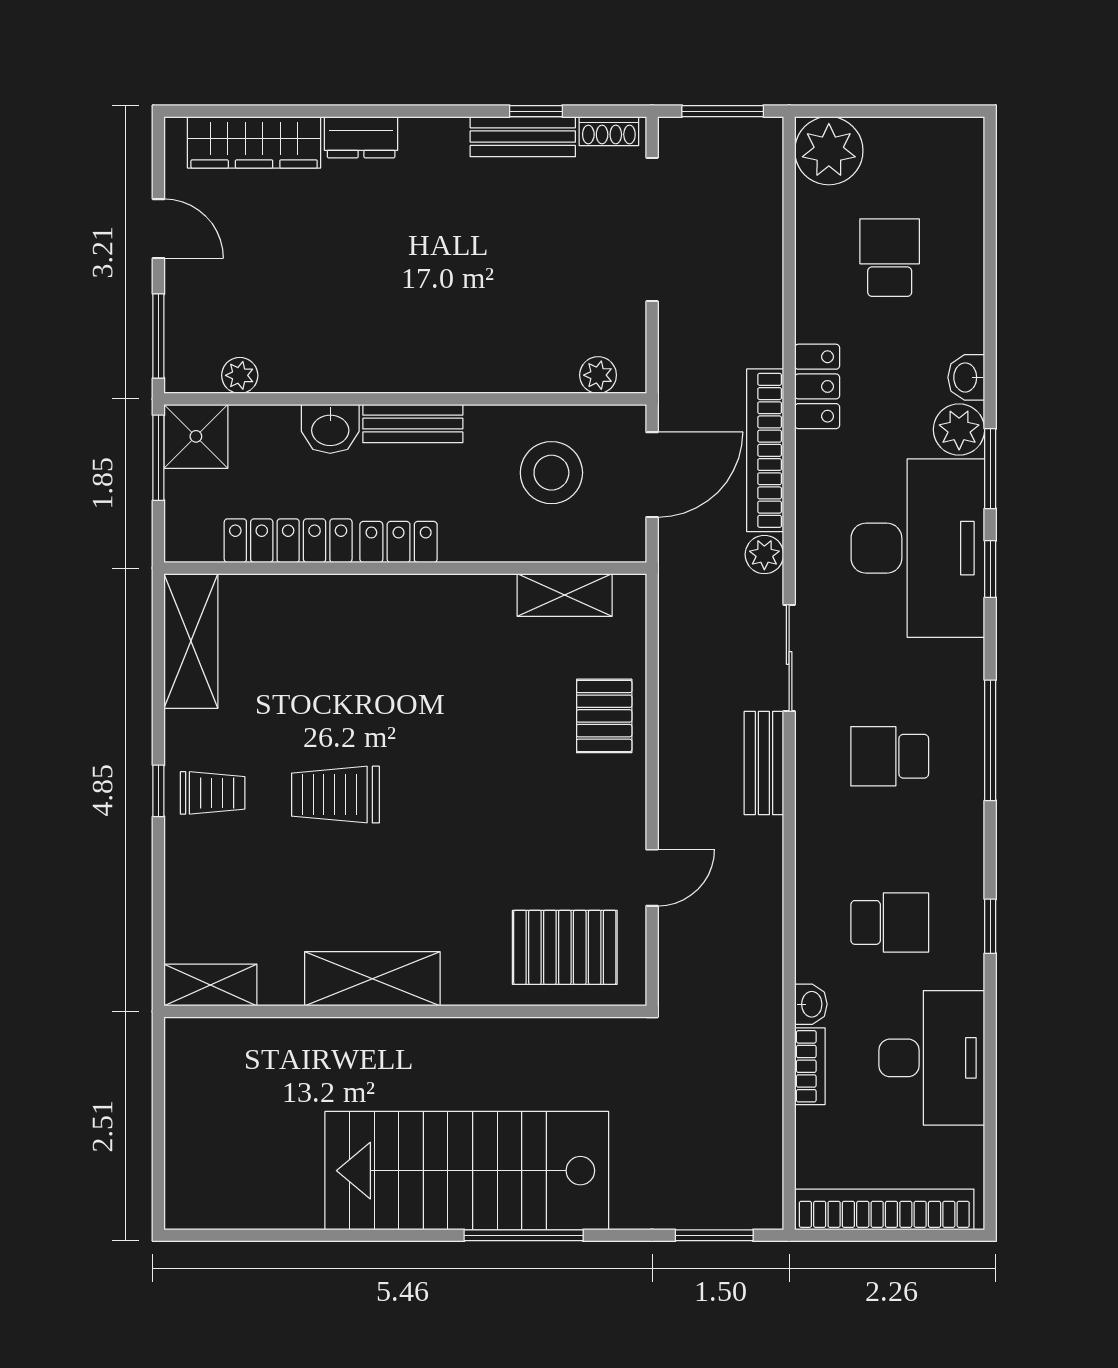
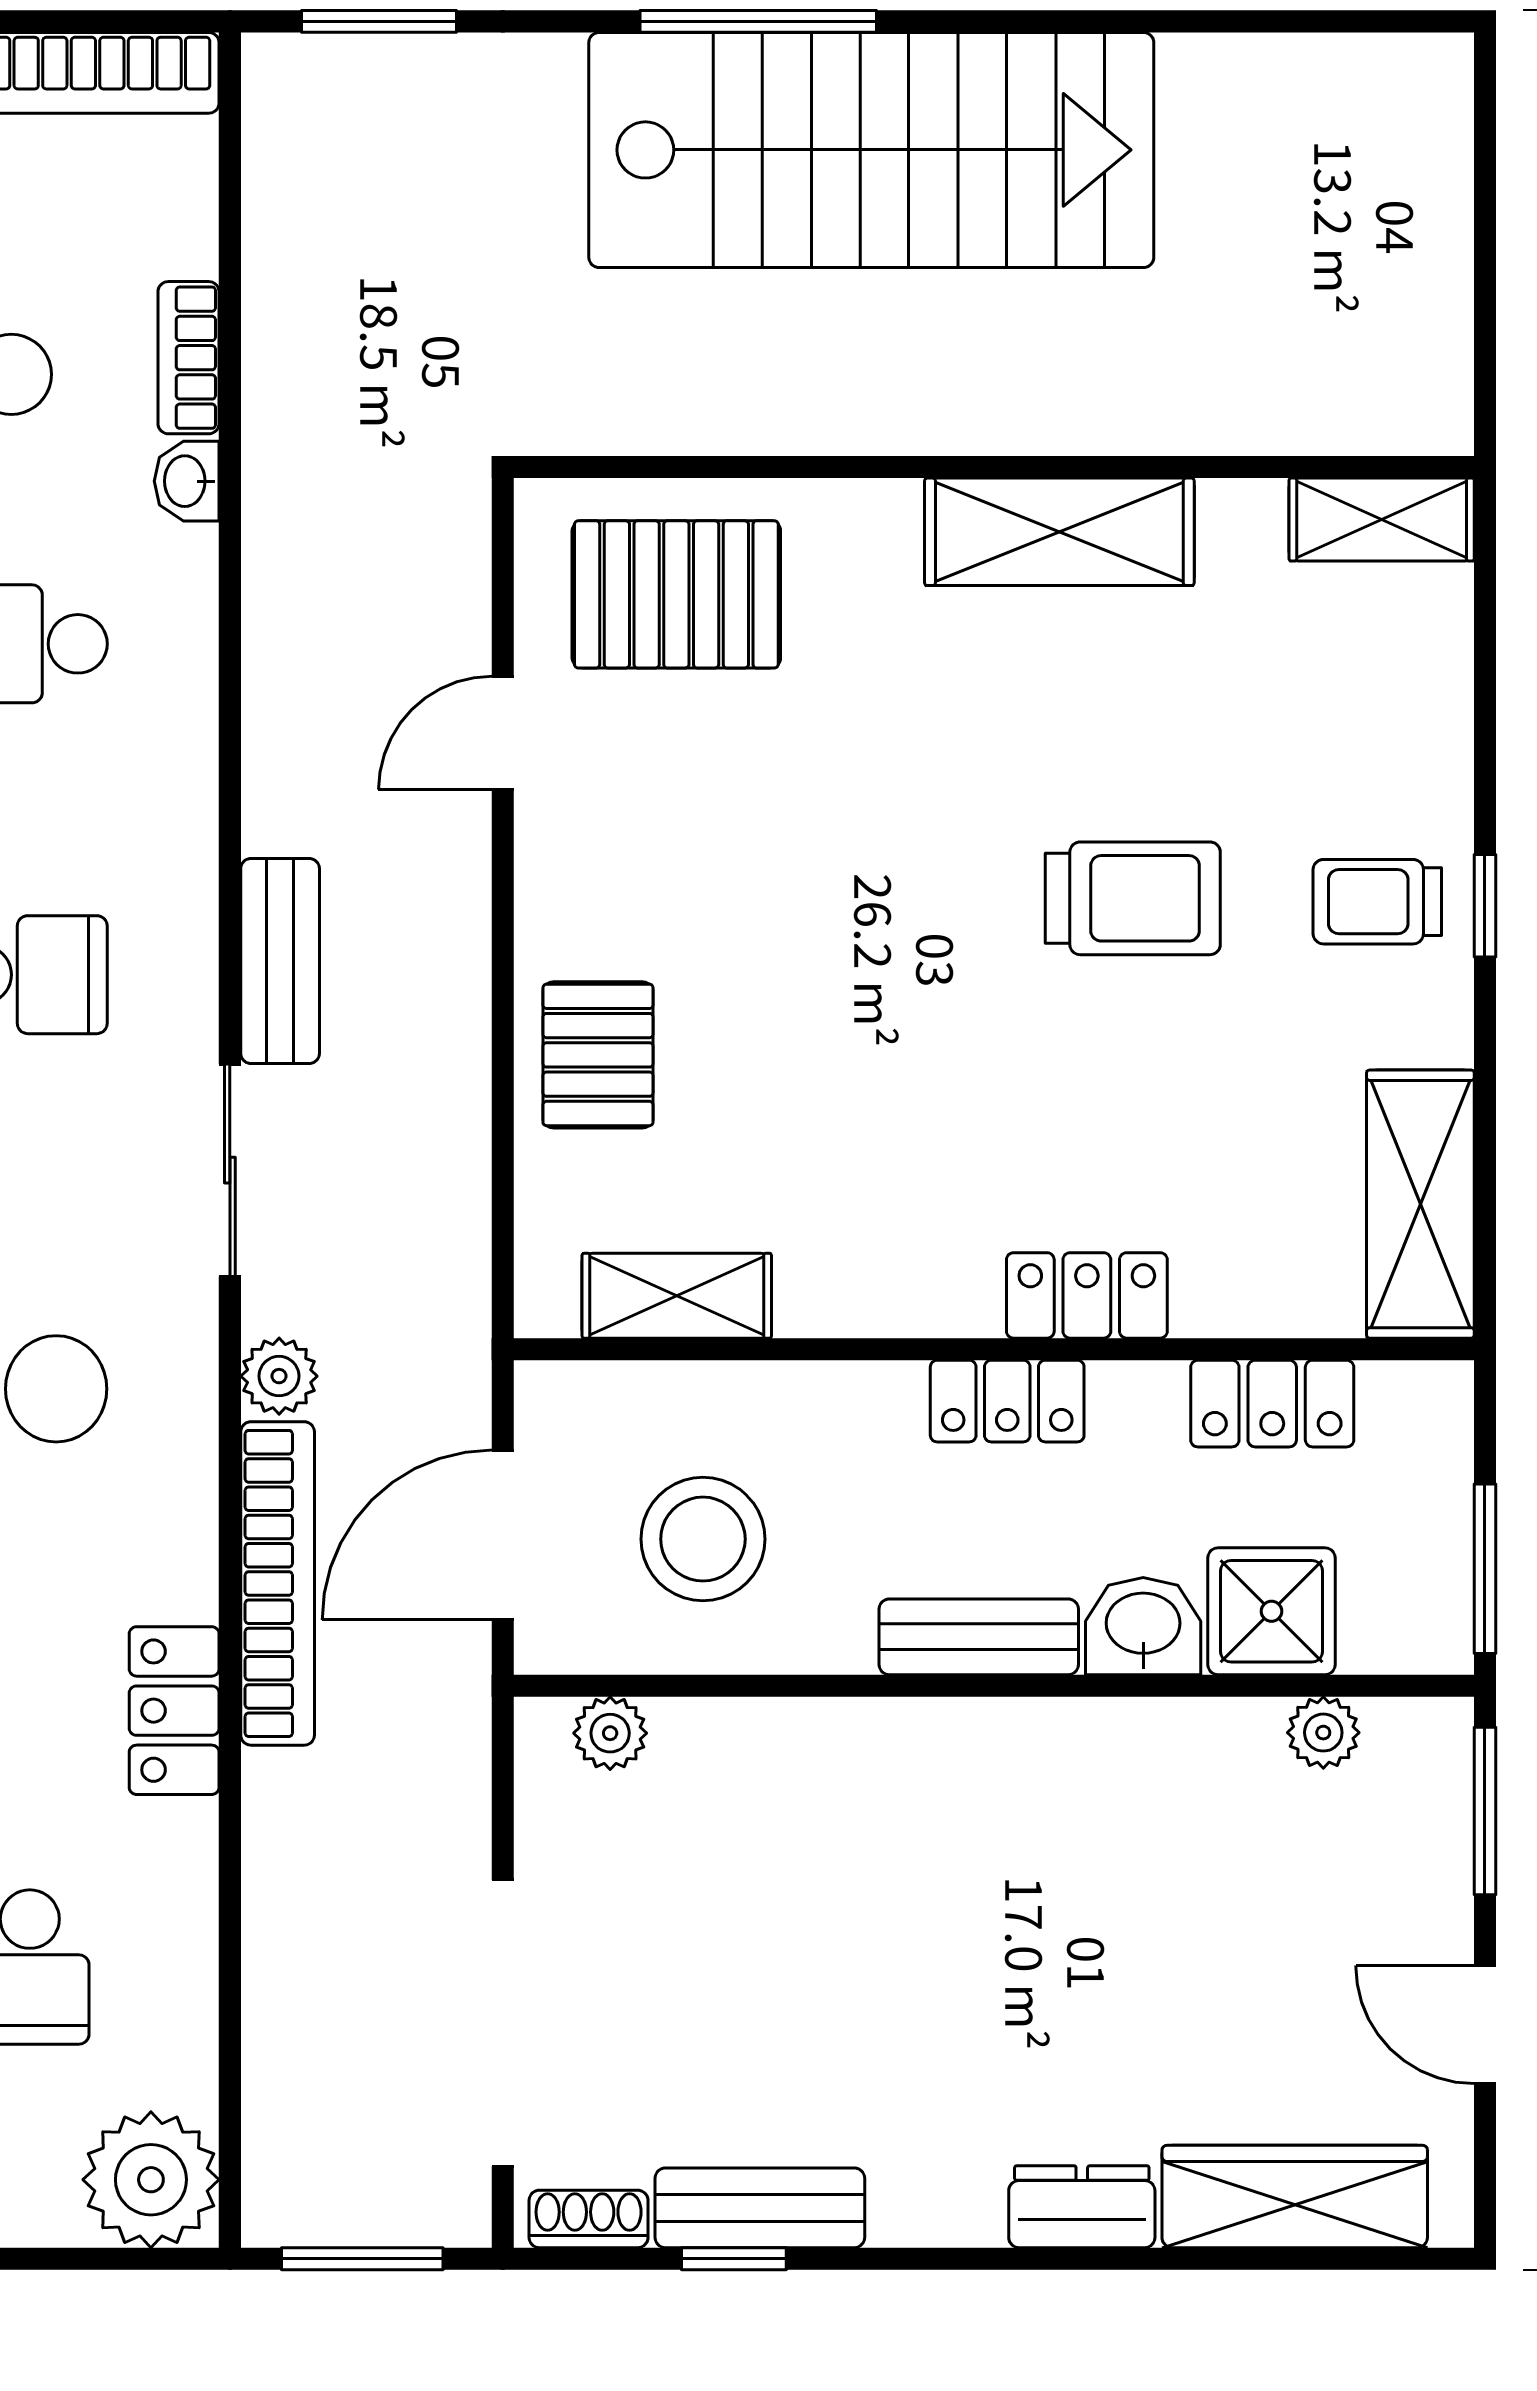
shower: (196, 436) -> (1271, 1611), moved
locker: (288, 541) -> (1272, 1404), width x0.66
locker: (359, 595) -> (1087, 1295), added

